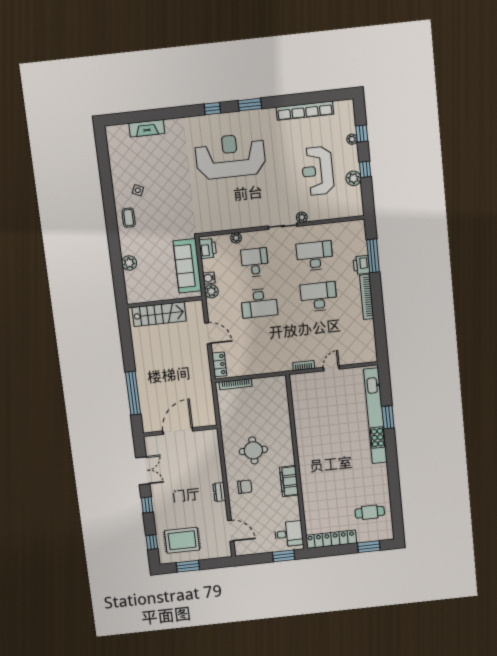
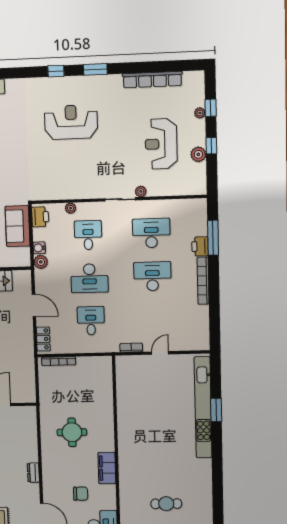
reception desk: (230, 156) -> (71, 122), width x0.74, depth x0.77
sofa: (187, 266) -> (18, 226), width x0.73
desk: (263, 343) -> (91, 321), added
chair: (245, 487) -> (81, 494), moved
cafe table: (370, 512) -> (166, 504), moved

